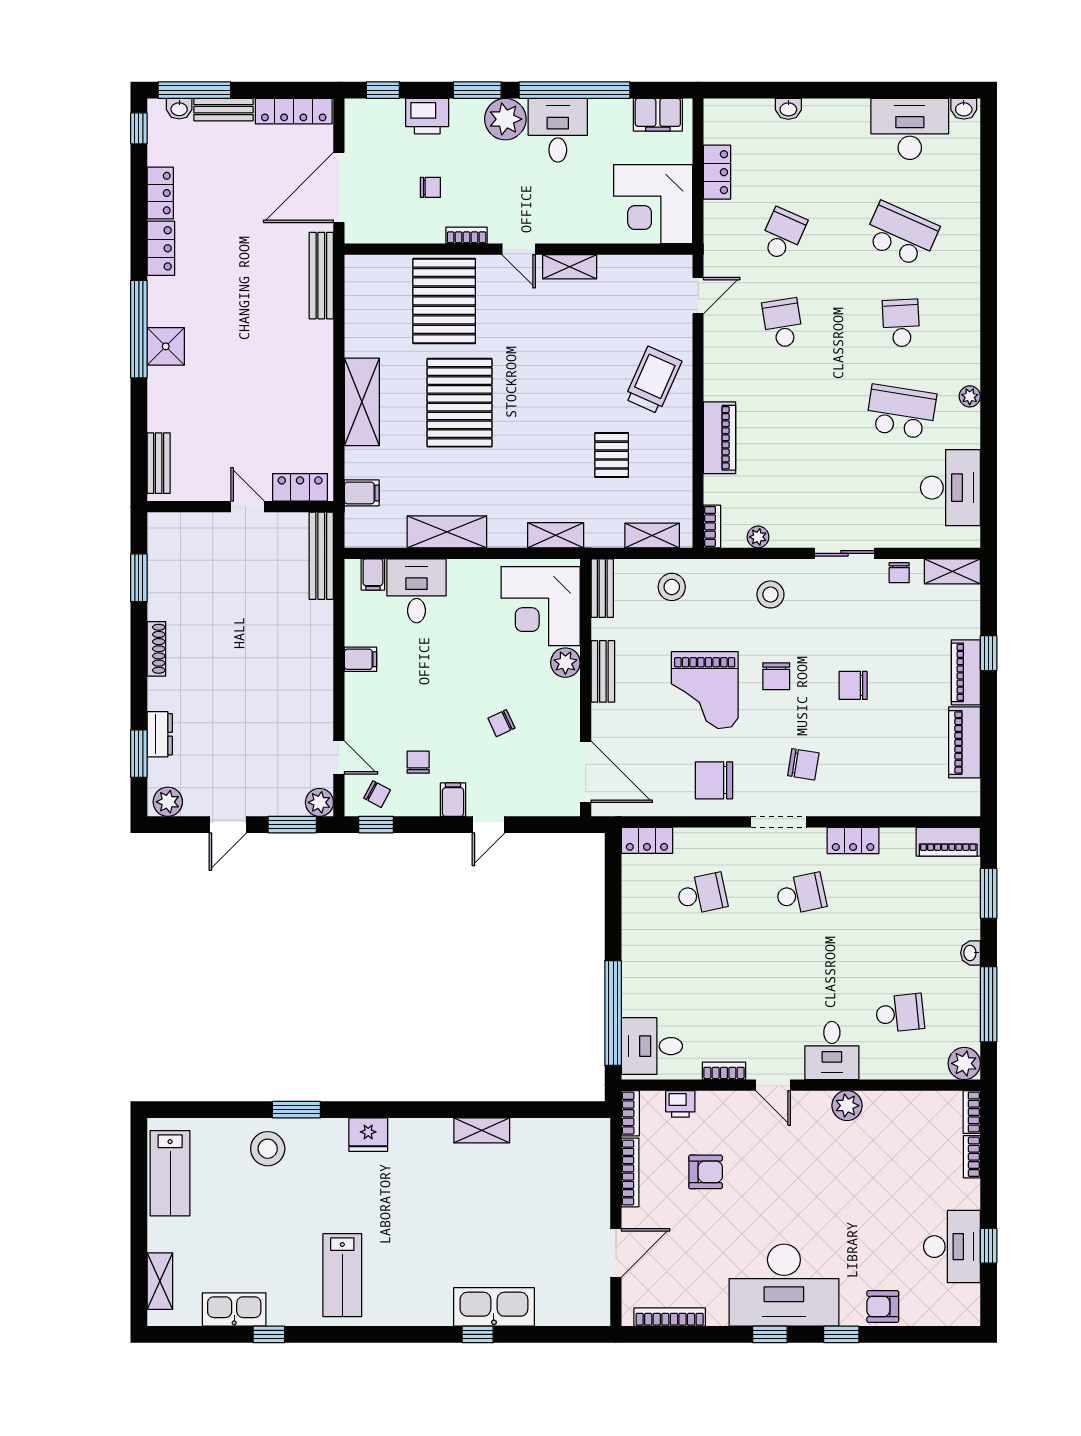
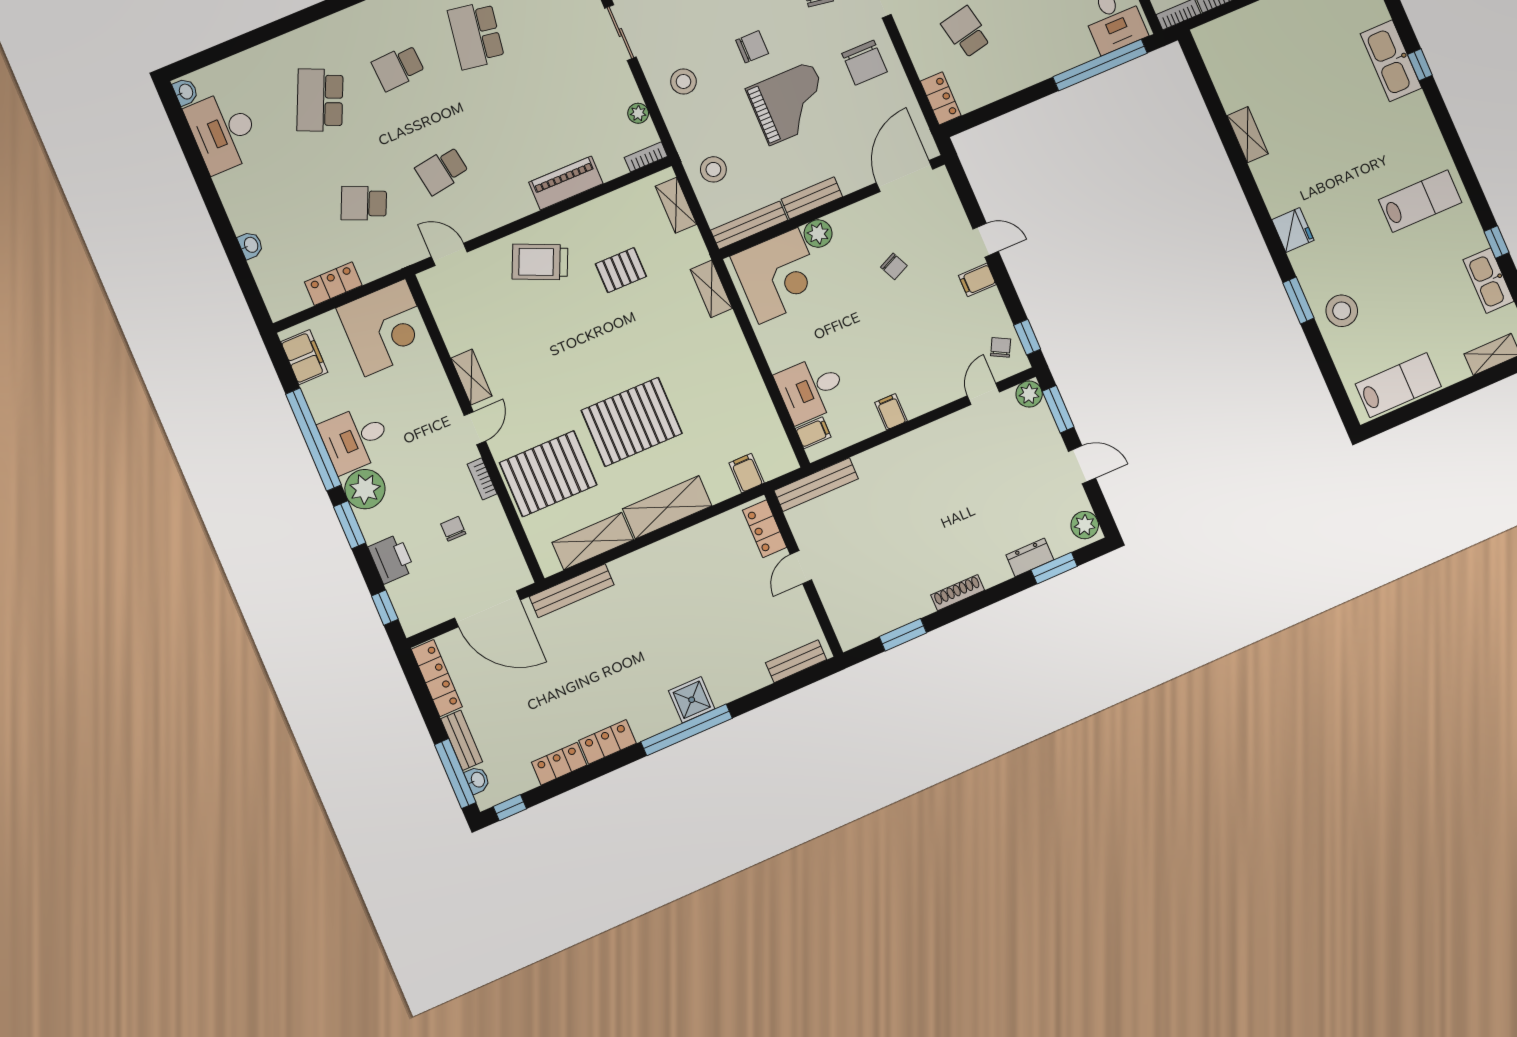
shelving: (447, 532) -> (593, 541), moved, turned 90
bench: (602, 588) -> (749, 225), width x1.36
chair: (418, 762) -> (958, 324), removed

